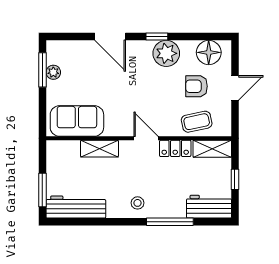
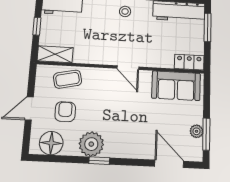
door: (110, 37) -> (169, 164), moved
armchair: (196, 86) -> (65, 112), turned -90
door: (146, 138) -> (128, 68), moved
locker: (175, 148) -> (189, 62), moved
shelving: (99, 149) -> (157, 60), removed

